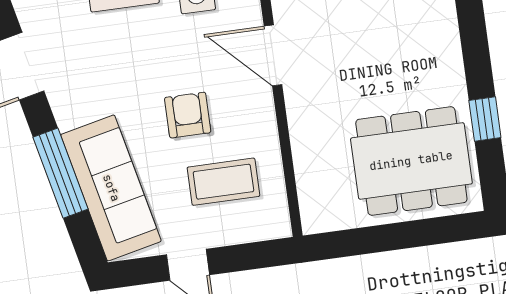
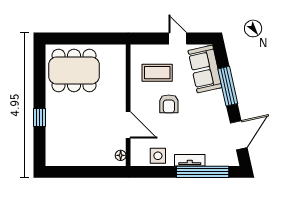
window: (485, 119) -> (39, 117), moved
sofa: (111, 188) -> (205, 69), width x0.73

